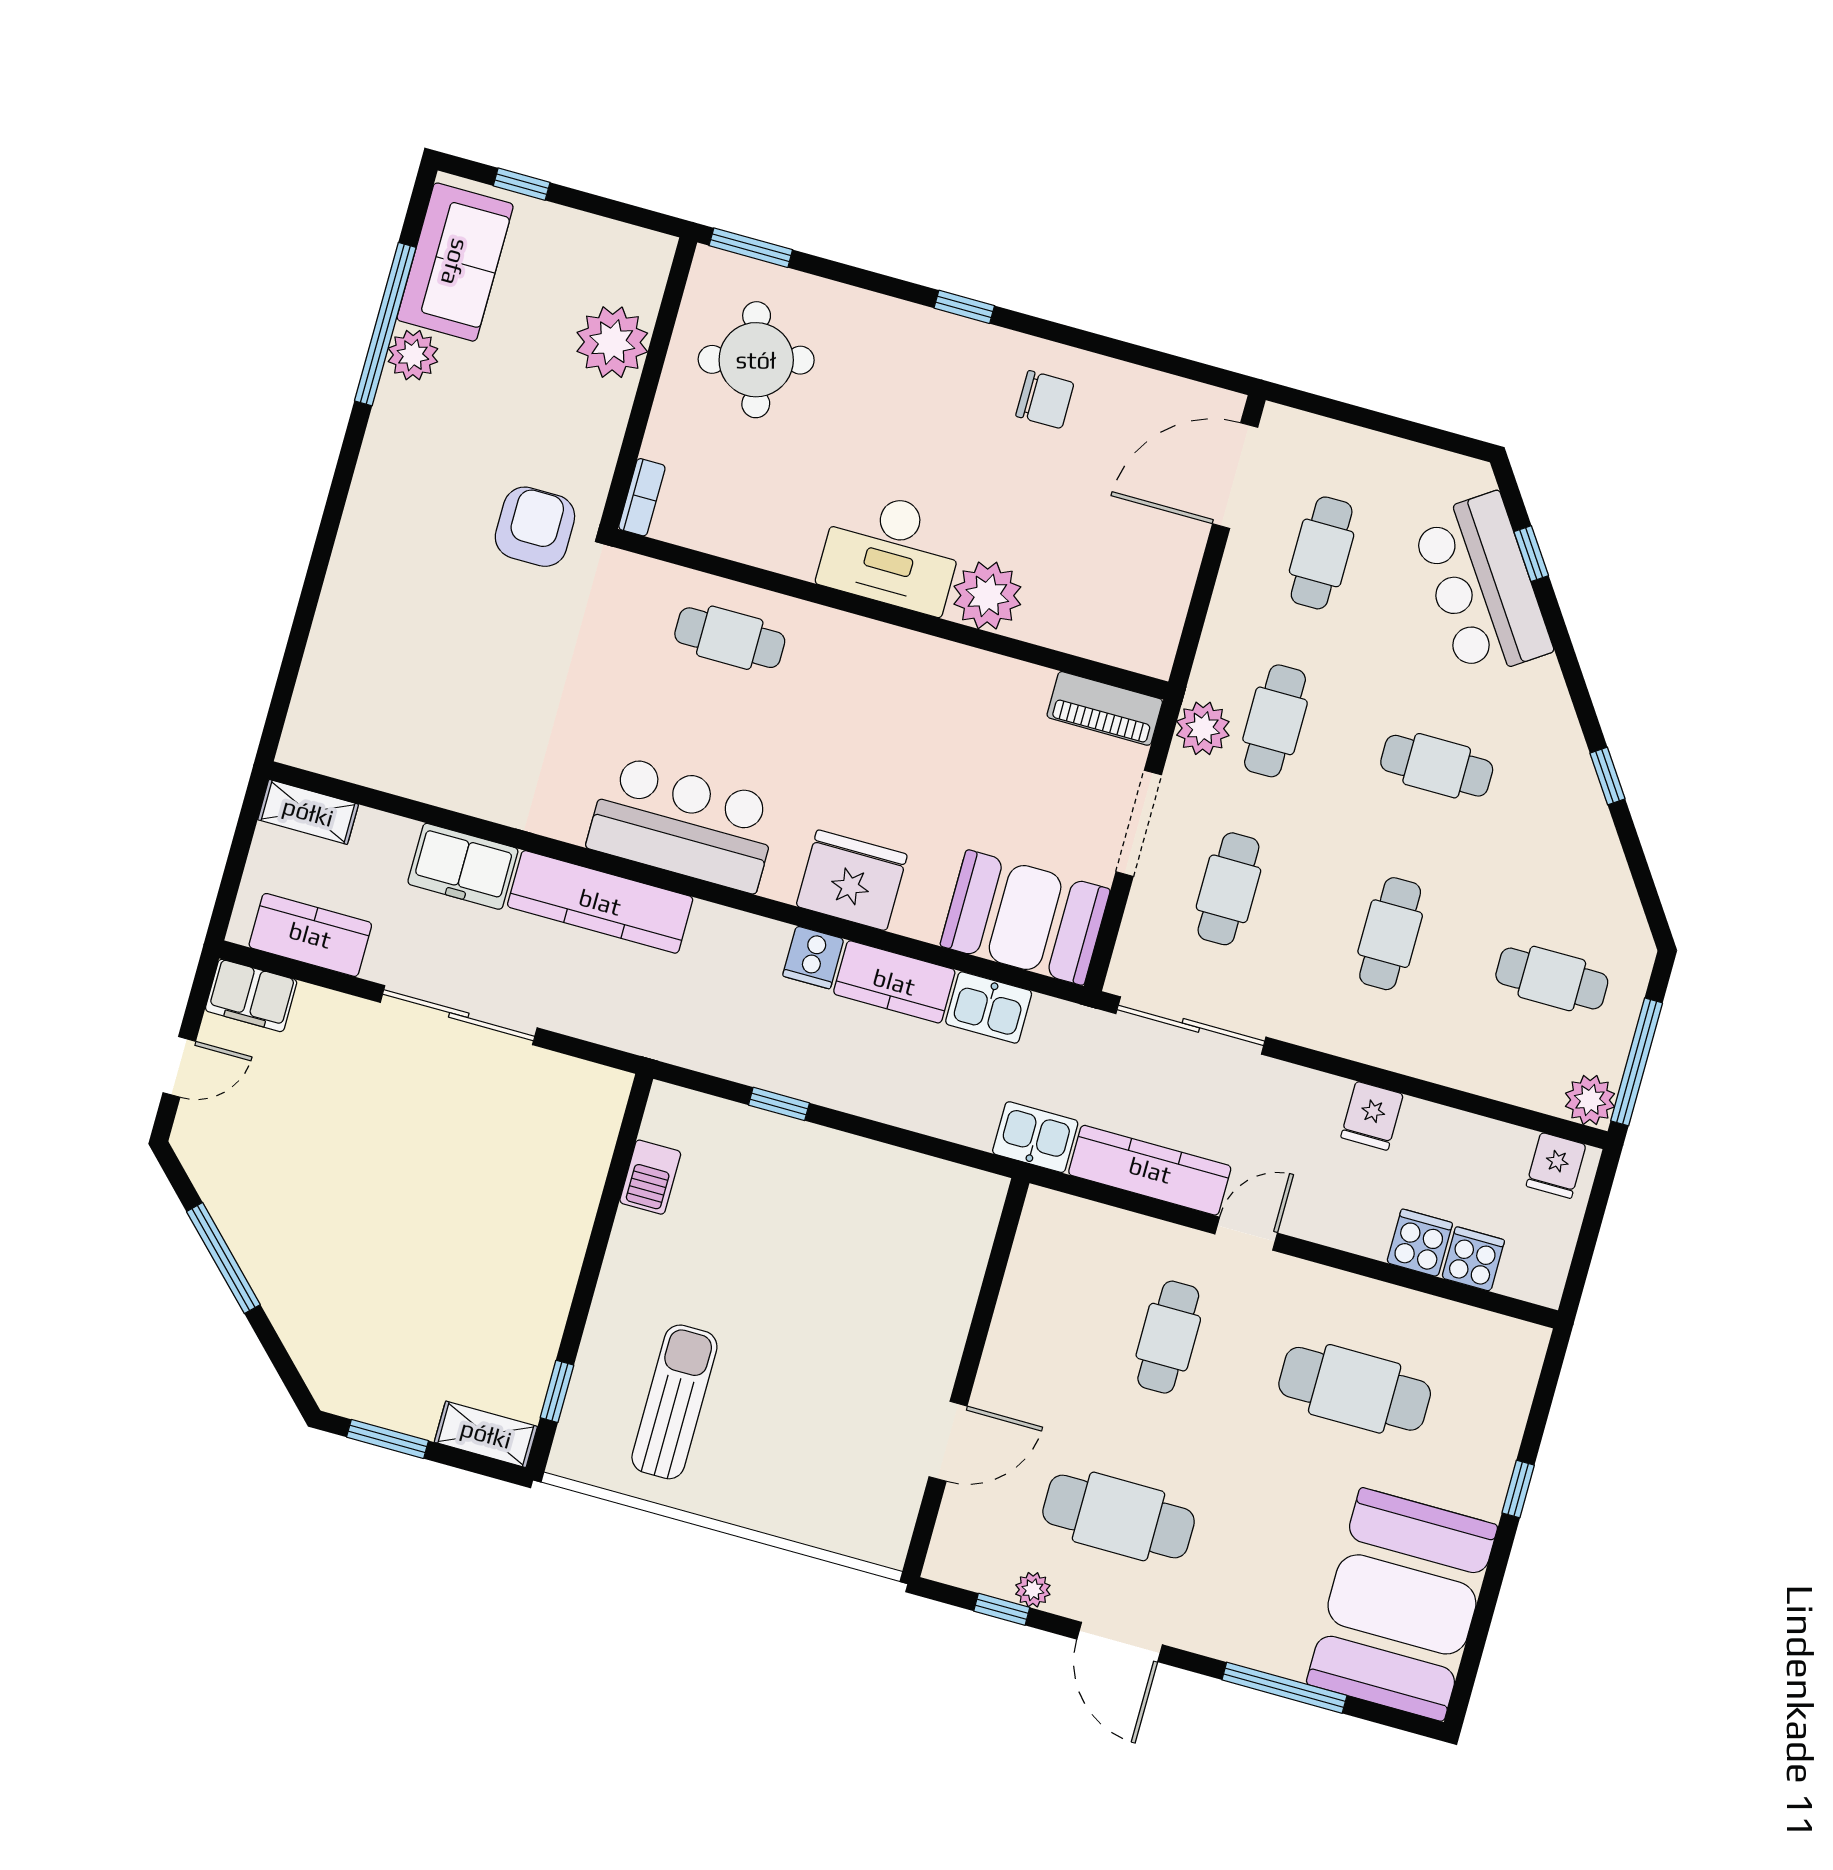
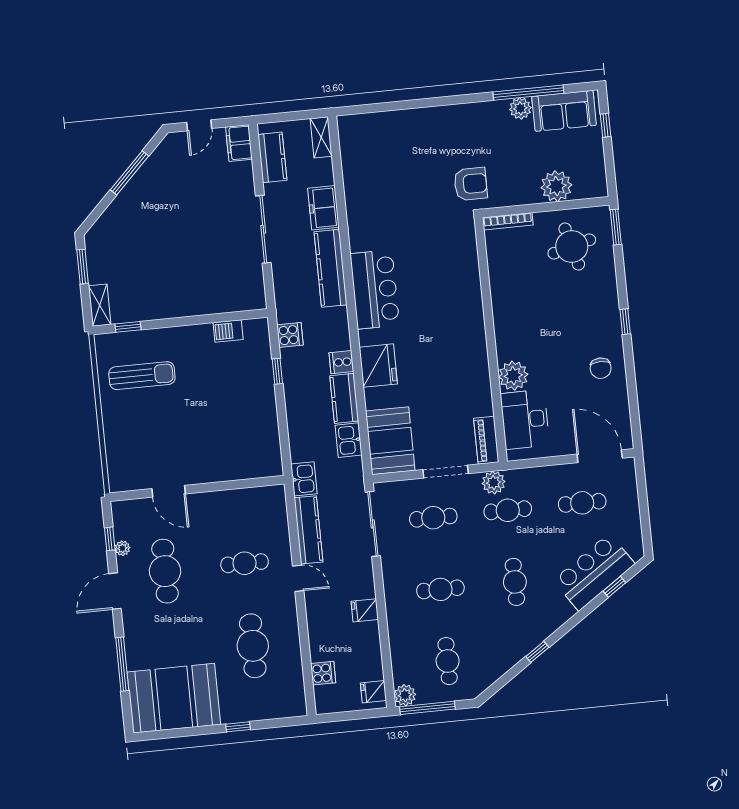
bookcase: (642, 497) -> (508, 221), width x1.56
desk: (891, 551) -> (525, 419), moved
cafe table: (730, 638) -> (456, 279), removed
door: (179, 1067) -> (199, 125), hinge flipped
cooker: (1420, 1243) -> (290, 335), moved

